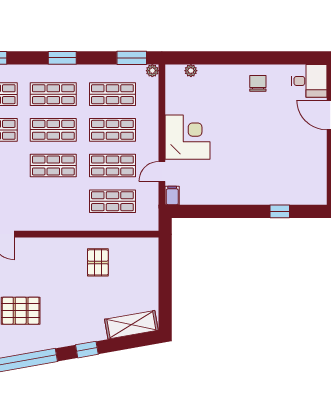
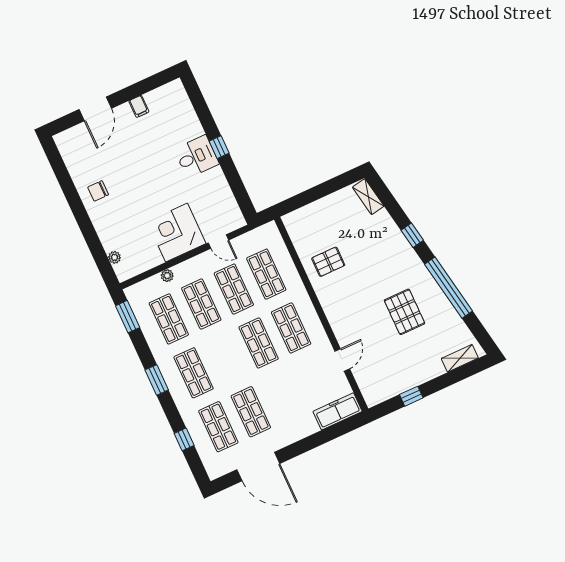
plant: (152, 71) -> (167, 276), moved
desk: (309, 81) -> (197, 157), moved, turned 90
shop shelf: (53, 130) -> (291, 328), moved
filing cabinet: (172, 195) -> (139, 106), moved, turned -90
window: (280, 211) -> (219, 147), moved
shelving: (131, 325) -> (368, 197), width x0.67, depth x0.75

